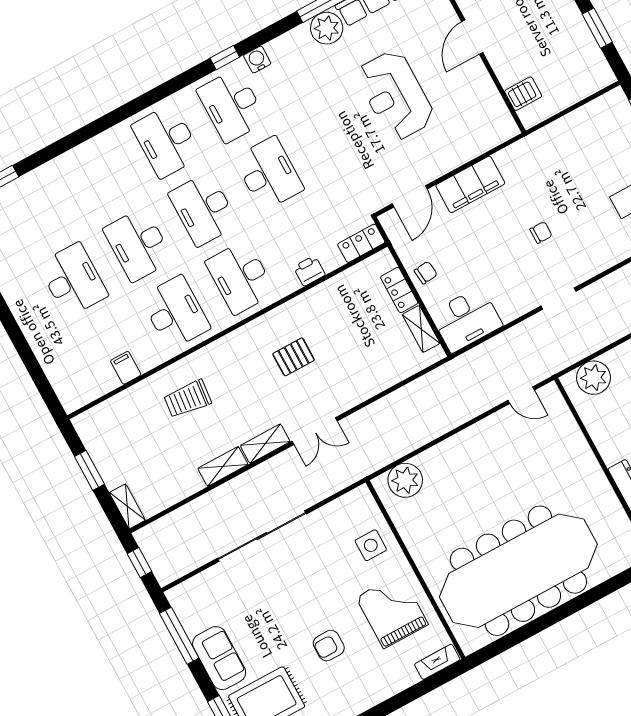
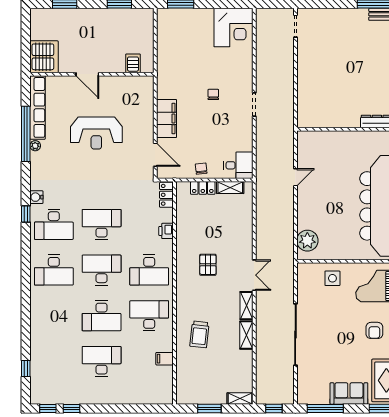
plant: (327, 28) -> (35, 146), width x0.53, depth x0.53
desk: (203, 209) -> (102, 270), turned 180
desk: (466, 319) -> (238, 165), width x0.73
plant: (594, 378) -> (307, 109), removed
door: (521, 395) -> (295, 177), moved

